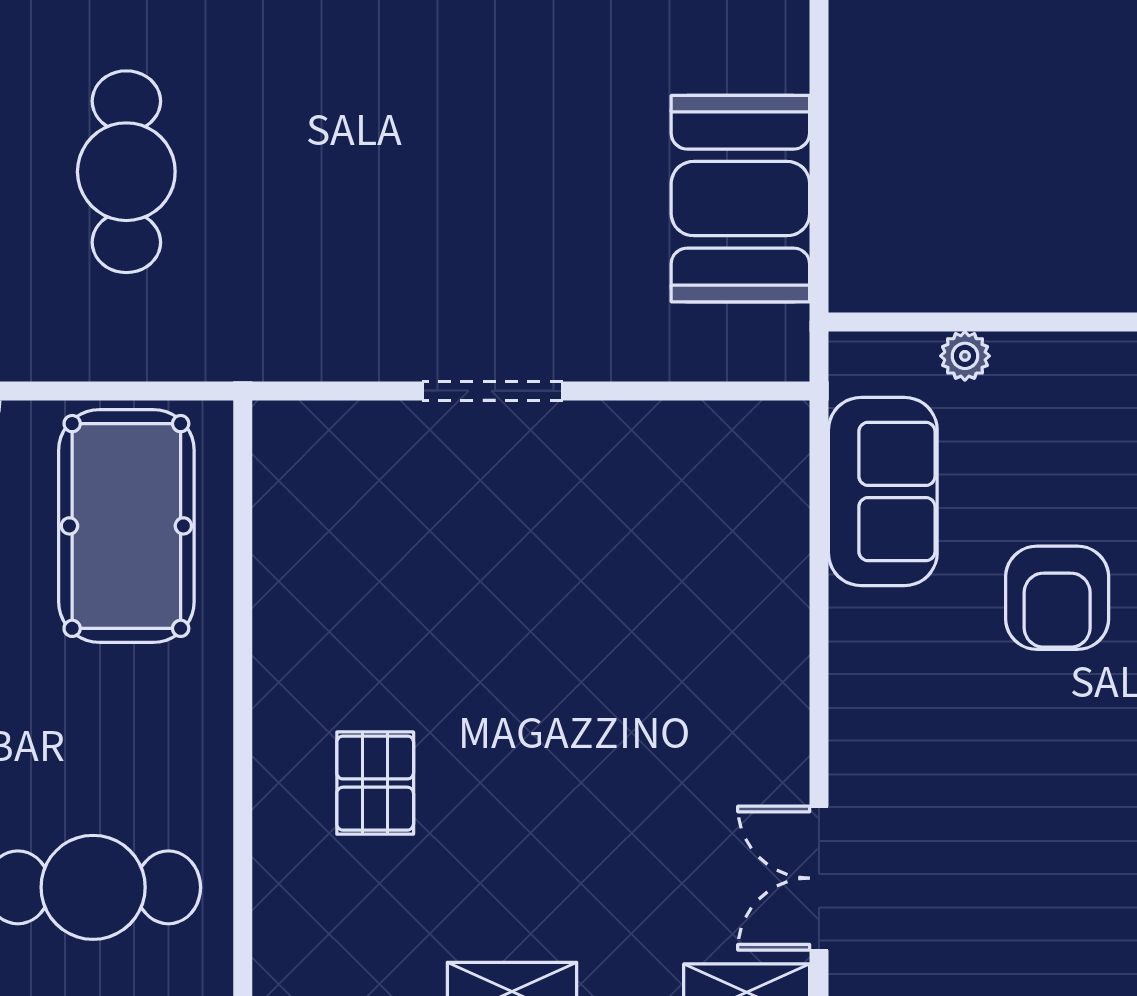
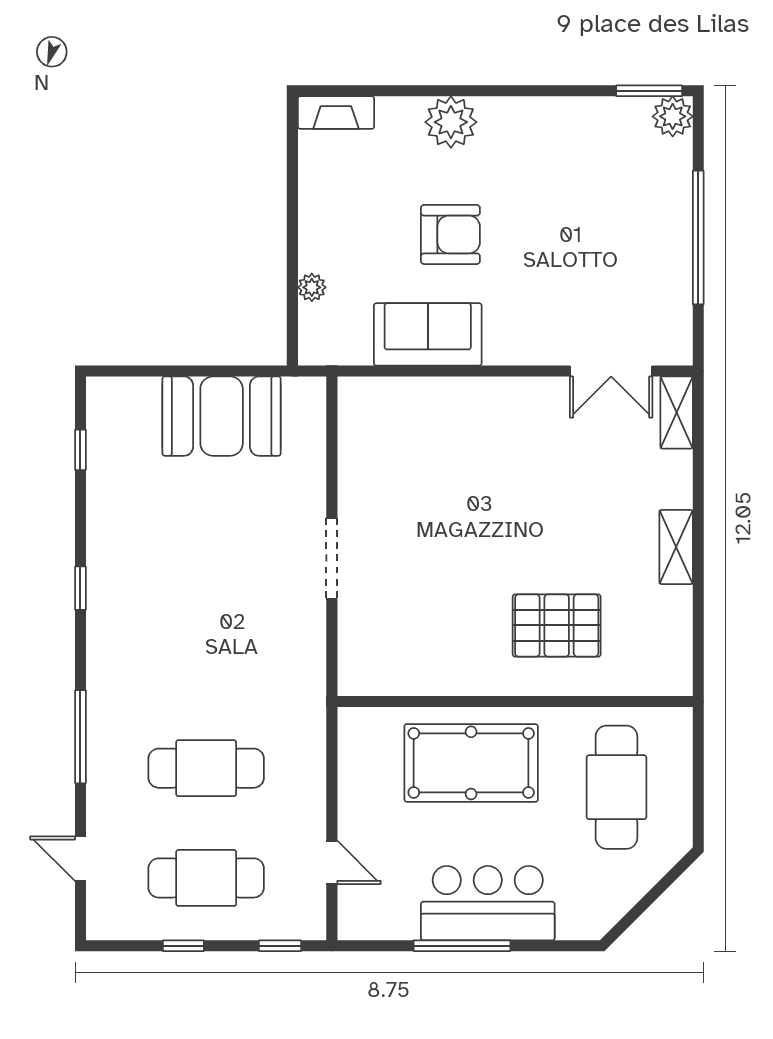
sofa: (883, 492) -> (428, 334), moved
pool table: (126, 526) -> (471, 763), moved
pallet: (375, 783) -> (557, 625), width x1.50, depth x1.42

